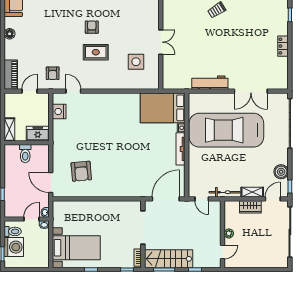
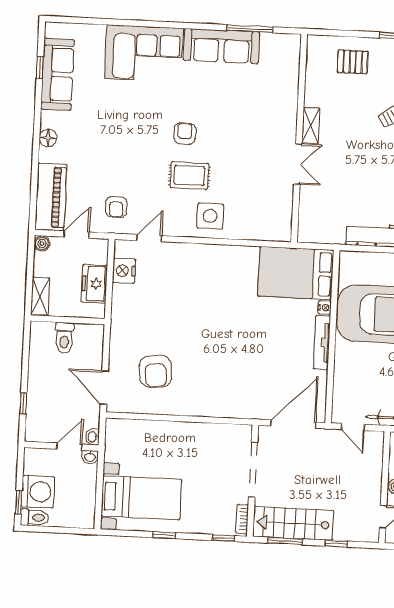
shelving: (167, 19) -> (311, 126), added
side table: (136, 62) -> (210, 216), moved
piano: (11, 75) -> (51, 197), width x1.37, depth x1.33
door: (73, 91) -> (149, 238), hinge flipped
boiler: (9, 98) -> (42, 243), added
freezer: (38, 134) -> (94, 284), moved, turned -90
toilet: (13, 231) -> (35, 517), moved

